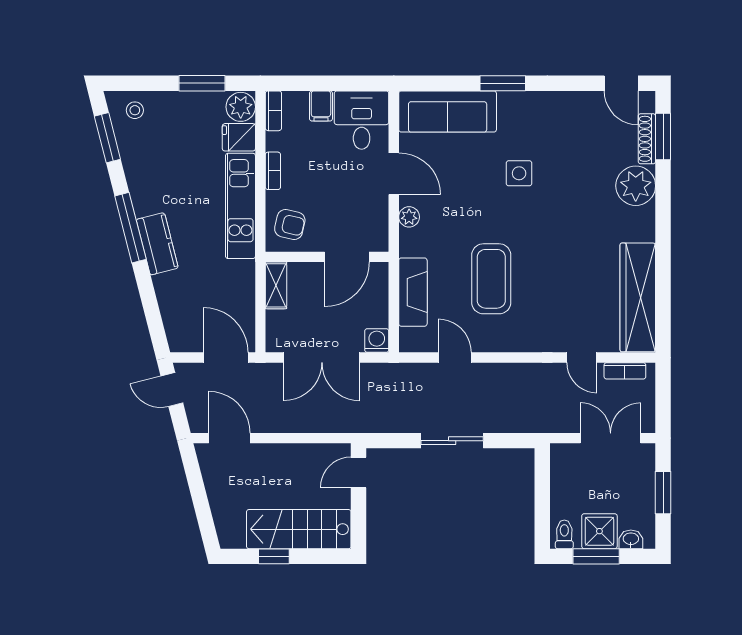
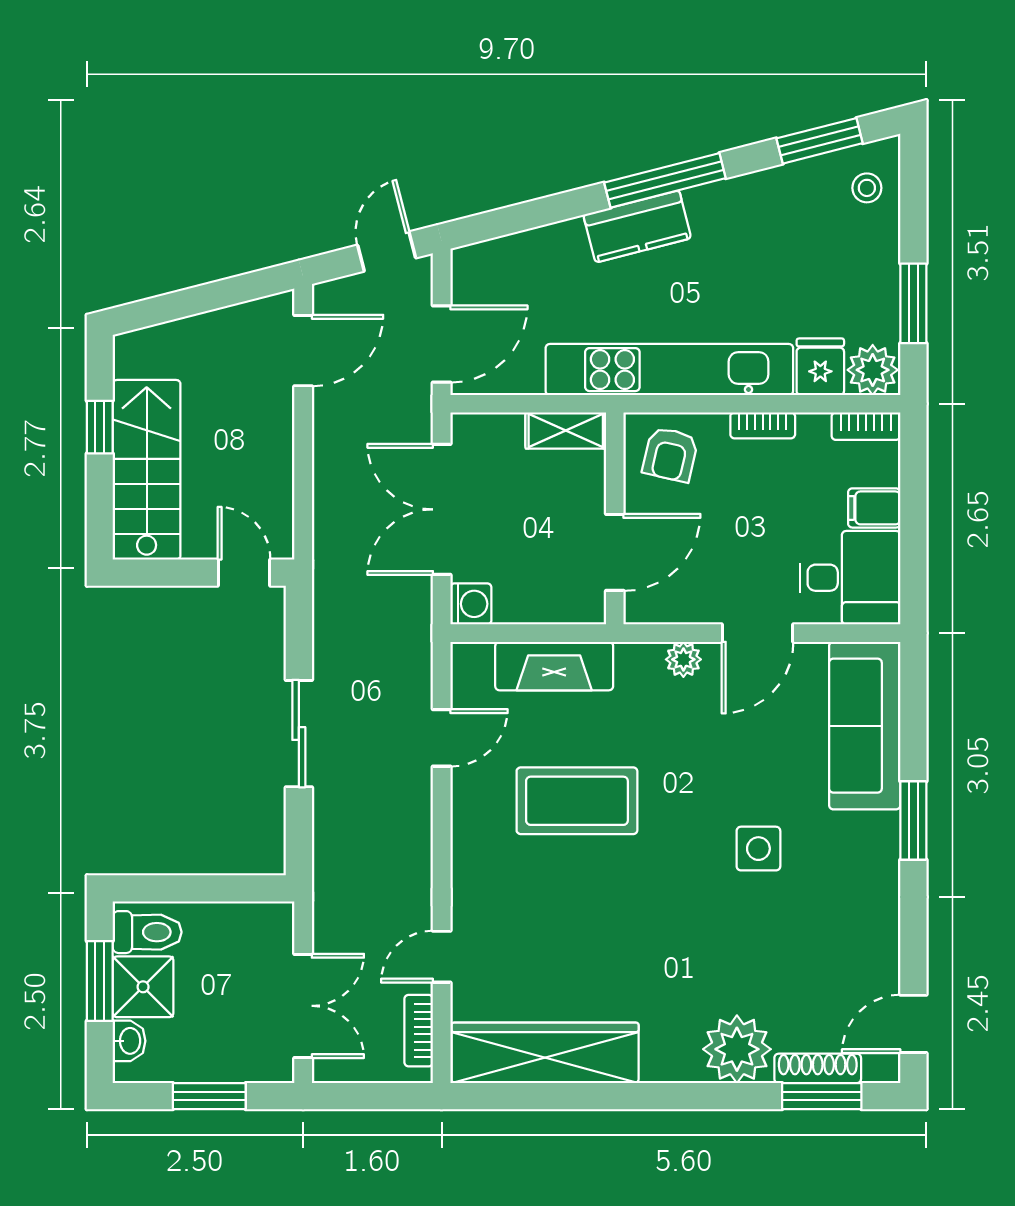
kitchen unit: (240, 206) -> (669, 370), width x1.36
door: (347, 257) -> (615, 552), swing flipped
toilet: (564, 534) -> (147, 932), width x1.37, depth x1.39

